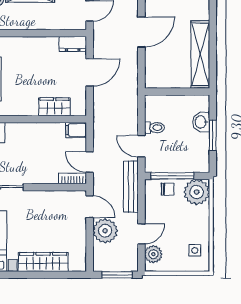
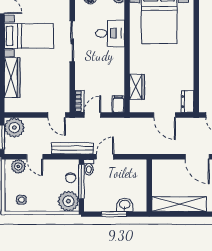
toilet: (155, 128) -> (89, 167), moved
door: (90, 207) -> (57, 115), hinge flipped
plant: (105, 231) -> (14, 128), moved

